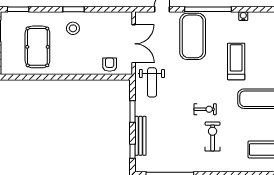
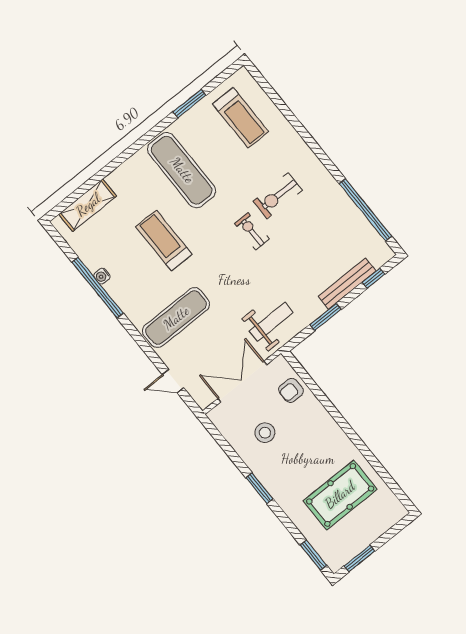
window: (208, 9) -> (98, 288), moved
stool: (73, 28) -> (265, 433), moved
exercise mat: (193, 36) -> (176, 318), width x0.68
treadmill: (236, 61) -> (164, 240), turned 90

